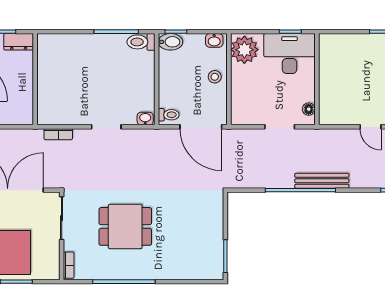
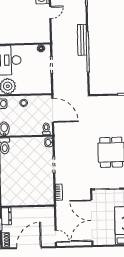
door: (201, 127) -> (53, 110), hinge flipped

